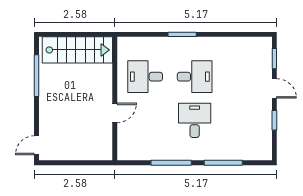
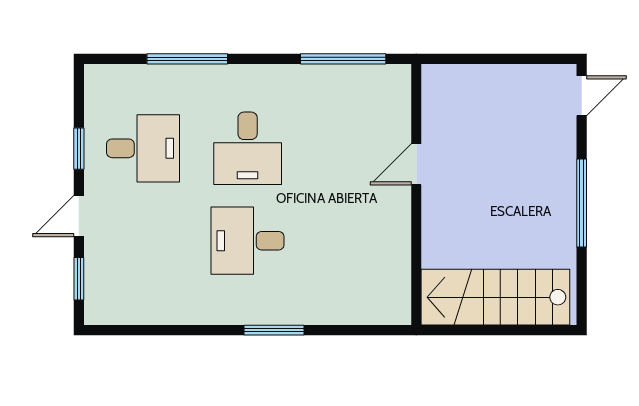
window: (37, 76) -> (582, 203), moved
desk: (145, 77) -> (143, 148), moved
door: (274, 88) -> (79, 216), hinge flipped
window: (171, 163) -> (343, 59), moved

